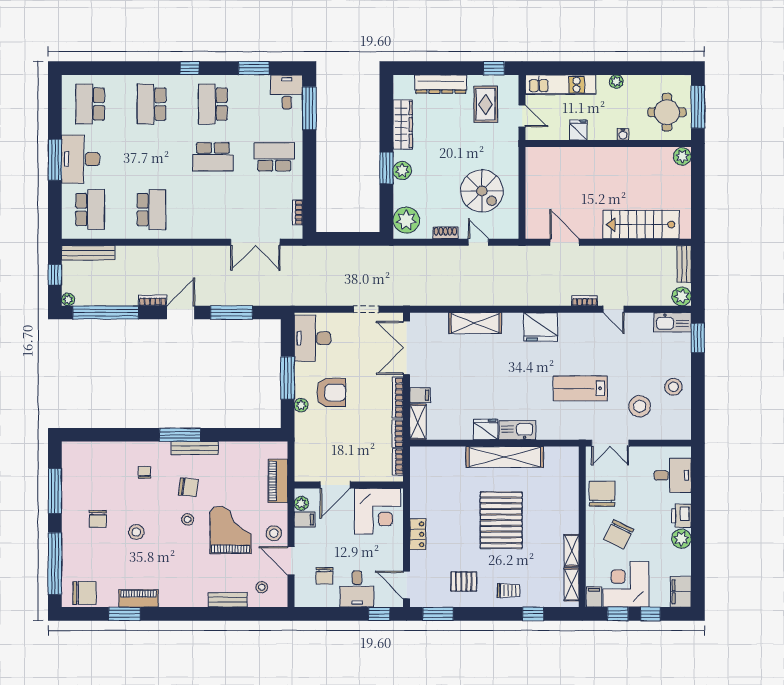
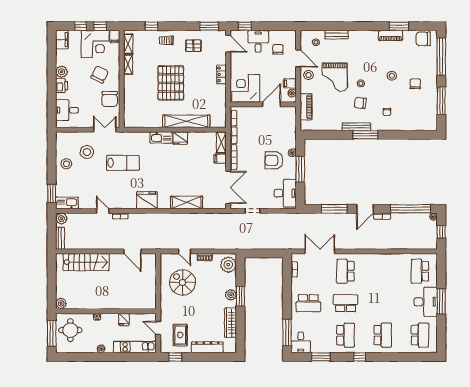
school desk: (151, 210) -> (346, 271), moved
bench: (88, 253) -> (421, 245), removed
shelving: (505, 457) -> (186, 121), moved

